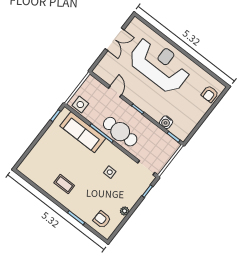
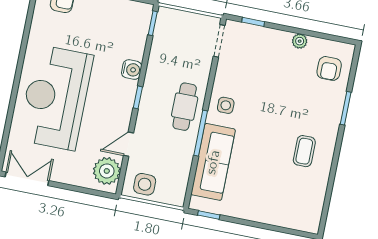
double door: (115, 39) -> (27, 179), moved
plant: (106, 73) -> (107, 171), added
side table: (80, 105) -> (145, 184), moved
water cooler: (166, 122) -> (132, 70), moved
cafe table: (120, 132) -> (185, 107), width x0.73, depth x0.74
side table: (110, 172) -> (226, 105), moved

